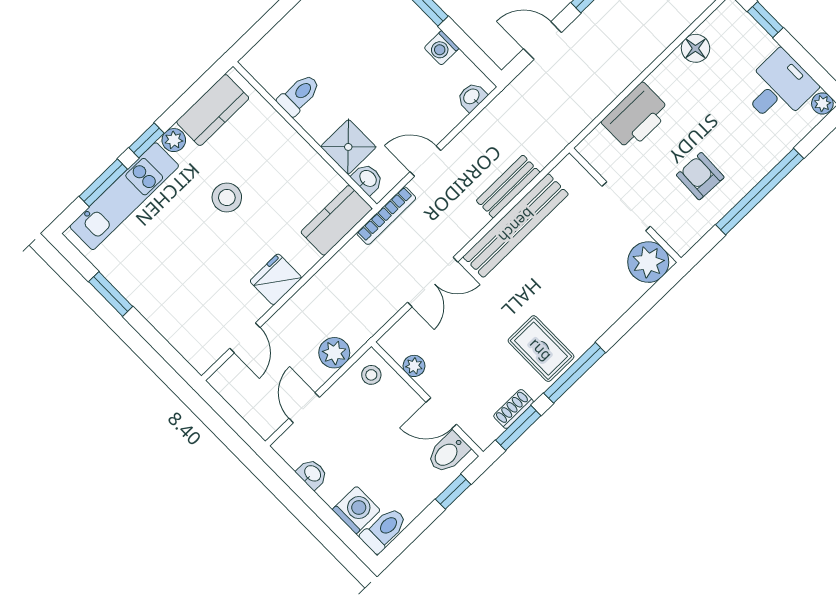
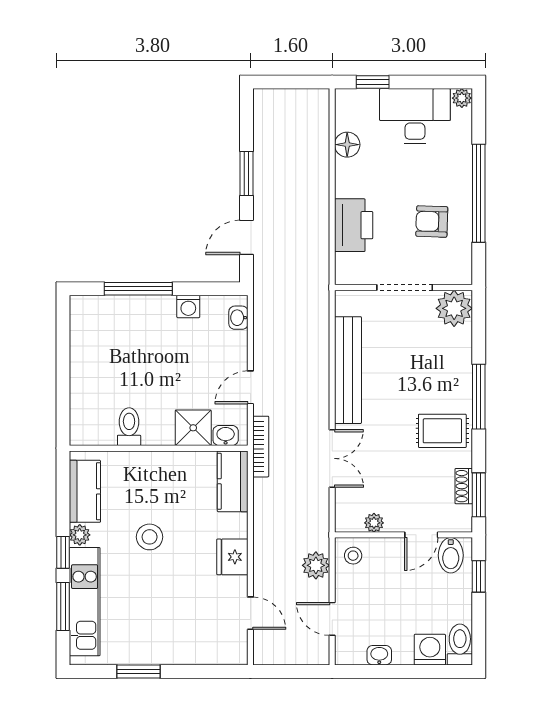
desk: (779, 88) -> (415, 116), width x1.37
bench: (508, 186) -> (318, 351), removed
window: (575, 373) -> (479, 397), moved

